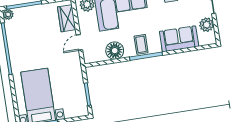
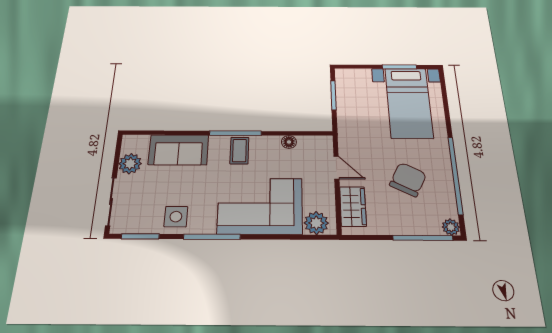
chair: (35, 41) -> (408, 180), added
door: (79, 42) -> (336, 167), hinge flipped
floor lamp: (115, 51) -> (289, 142), width x0.53, depth x0.53

